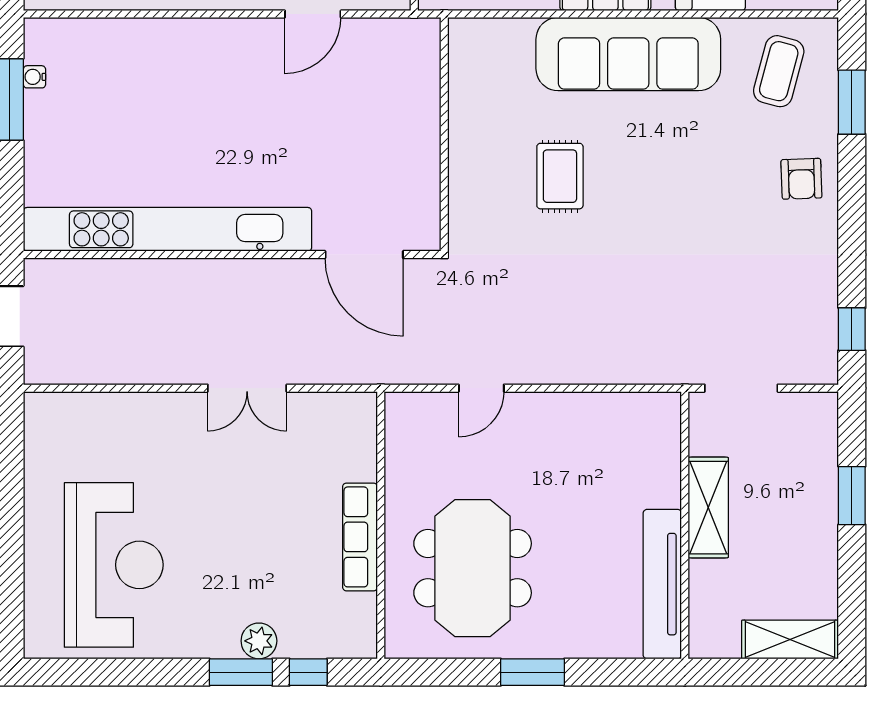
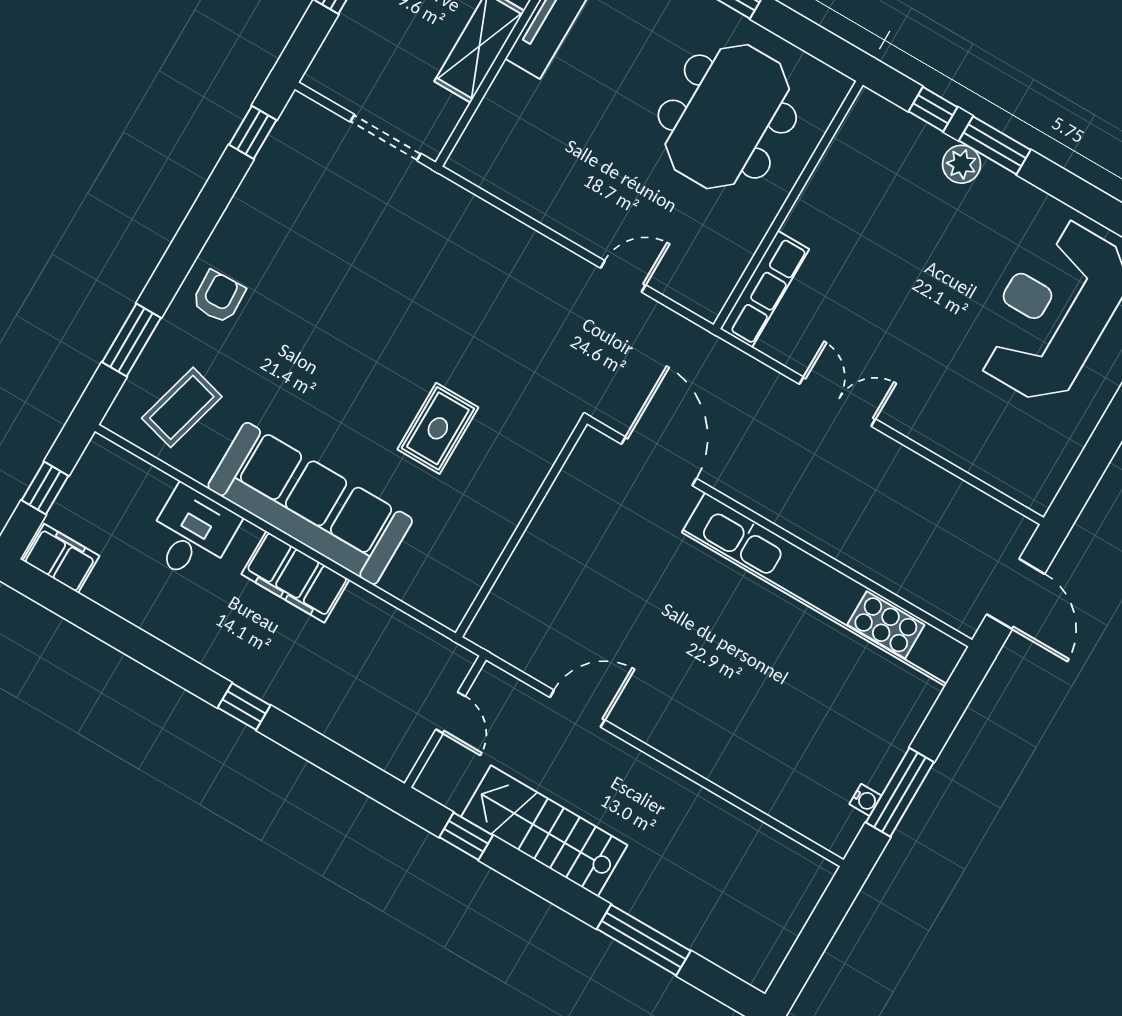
row of seats: (360, 537) -> (765, 289), moved

